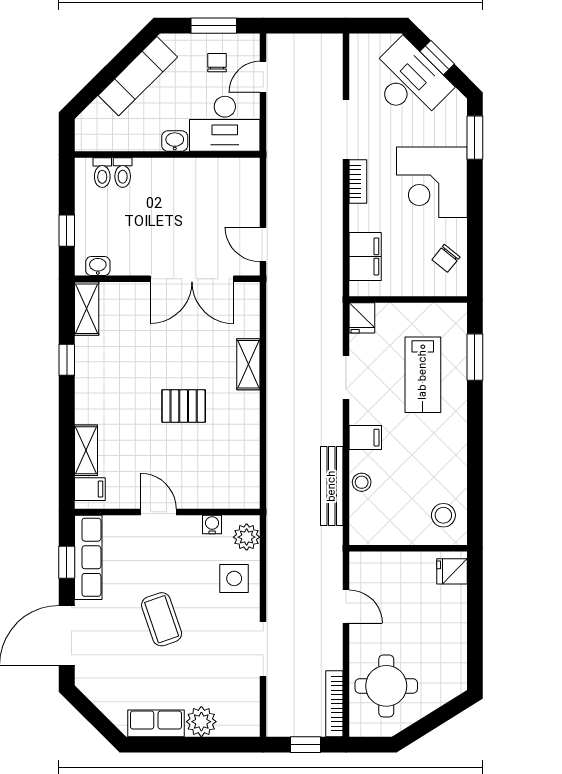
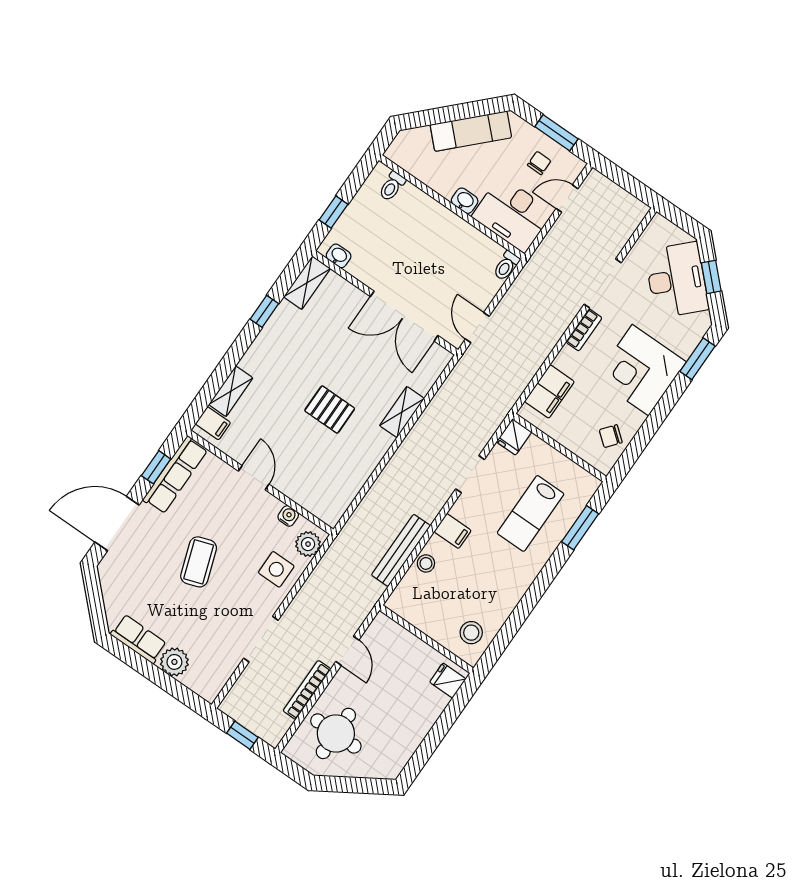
toilet: (123, 173) -> (506, 266), moved
bookcase: (334, 704) -> (307, 690), moved

